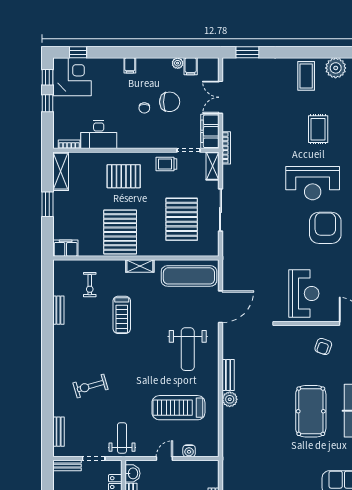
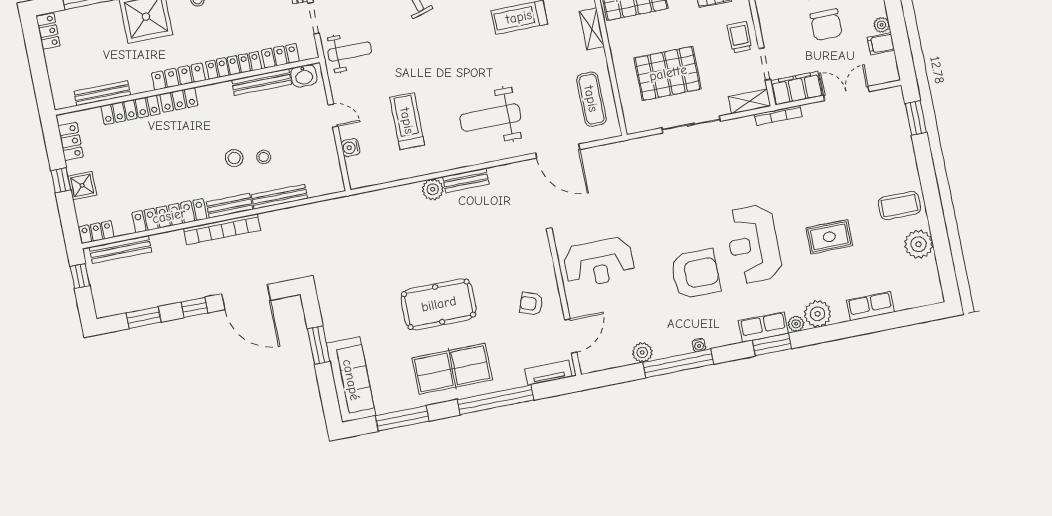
exercise mat: (189, 276) -> (591, 99), width x0.73, depth x0.69
treadmill: (178, 408) -> (407, 121), width x0.73, depth x0.73

